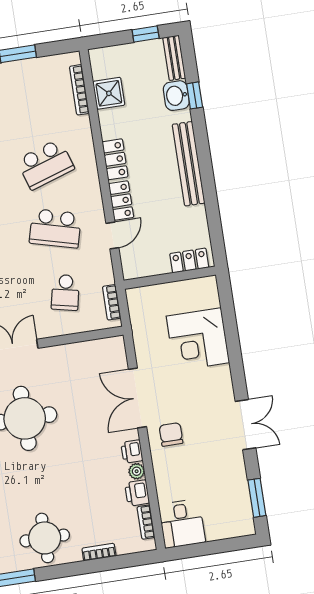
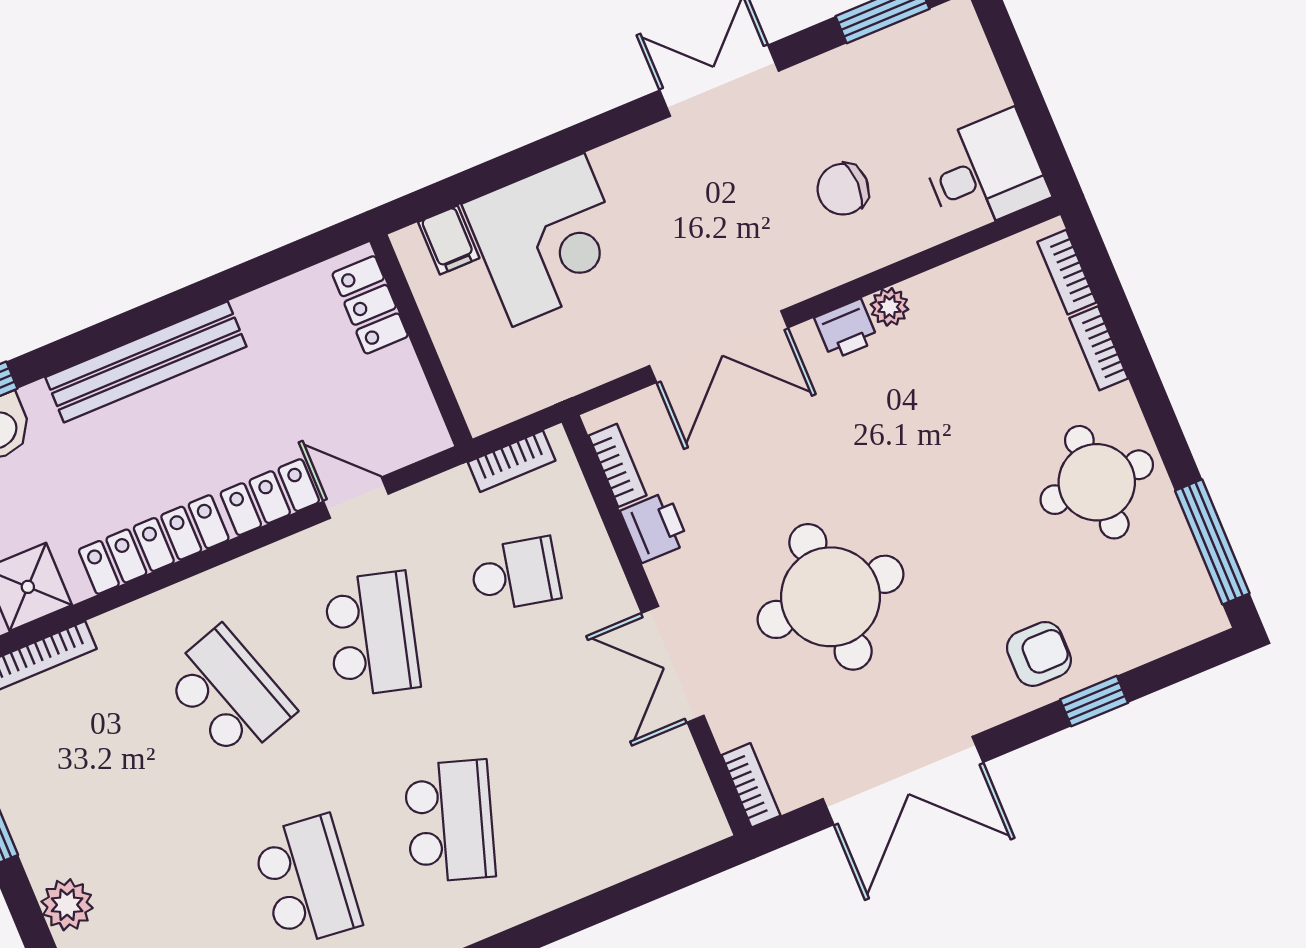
locker: (115, 159) -> (154, 545), width x1.53
filing cabinet: (208, 299) -> (449, 240), added
bookcase: (99, 345) -> (618, 465), added
chair: (171, 434) -> (843, 189), moved
printer: (137, 493) -> (655, 527), moved, turned -90
bookcase: (146, 522) -> (1067, 272), moved, turned 90

